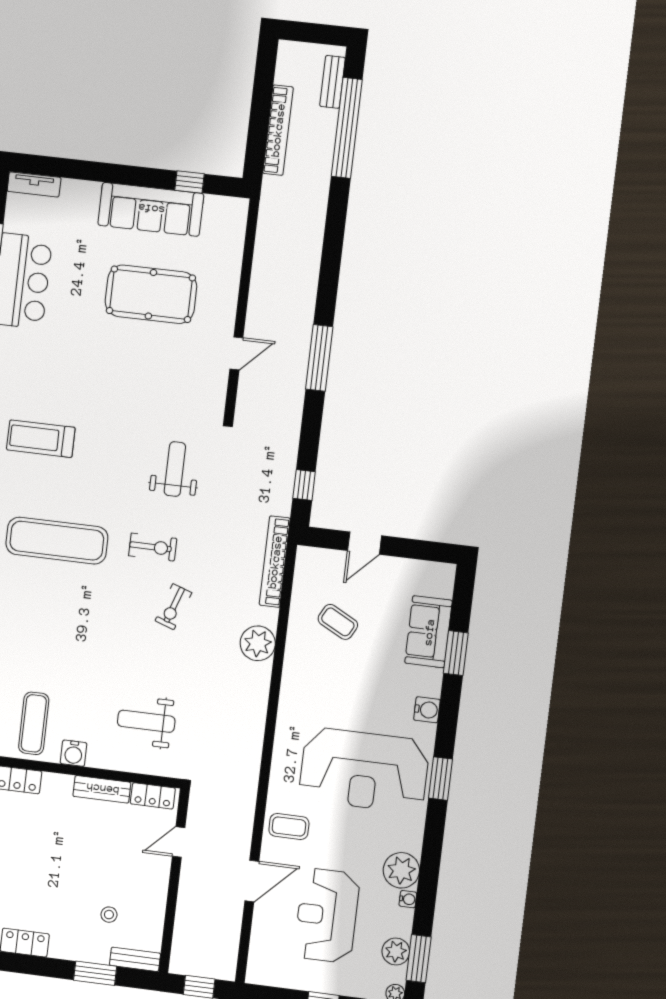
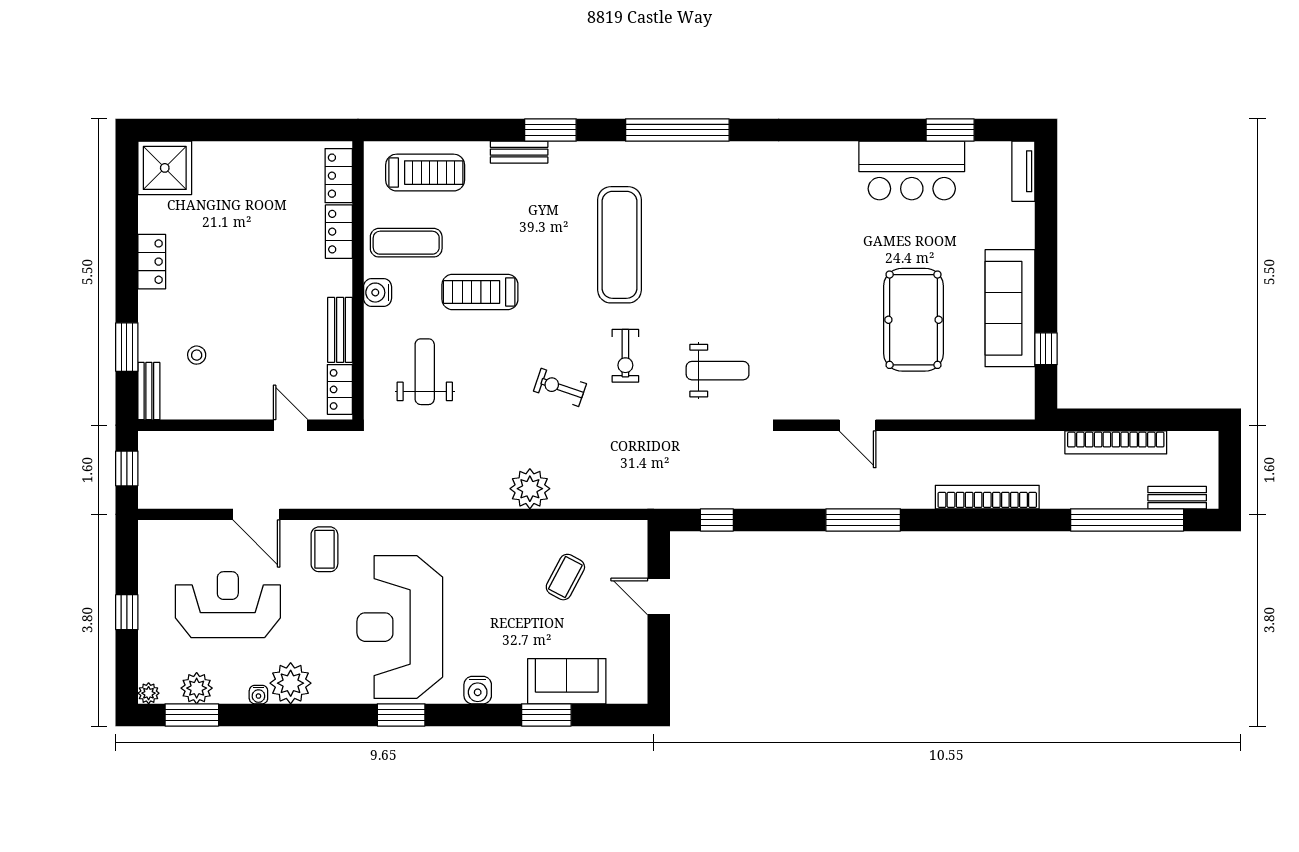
treadmill: (41, 439) -> (480, 292), moved, turned -90
bookcase: (275, 562) -> (987, 497), moved

